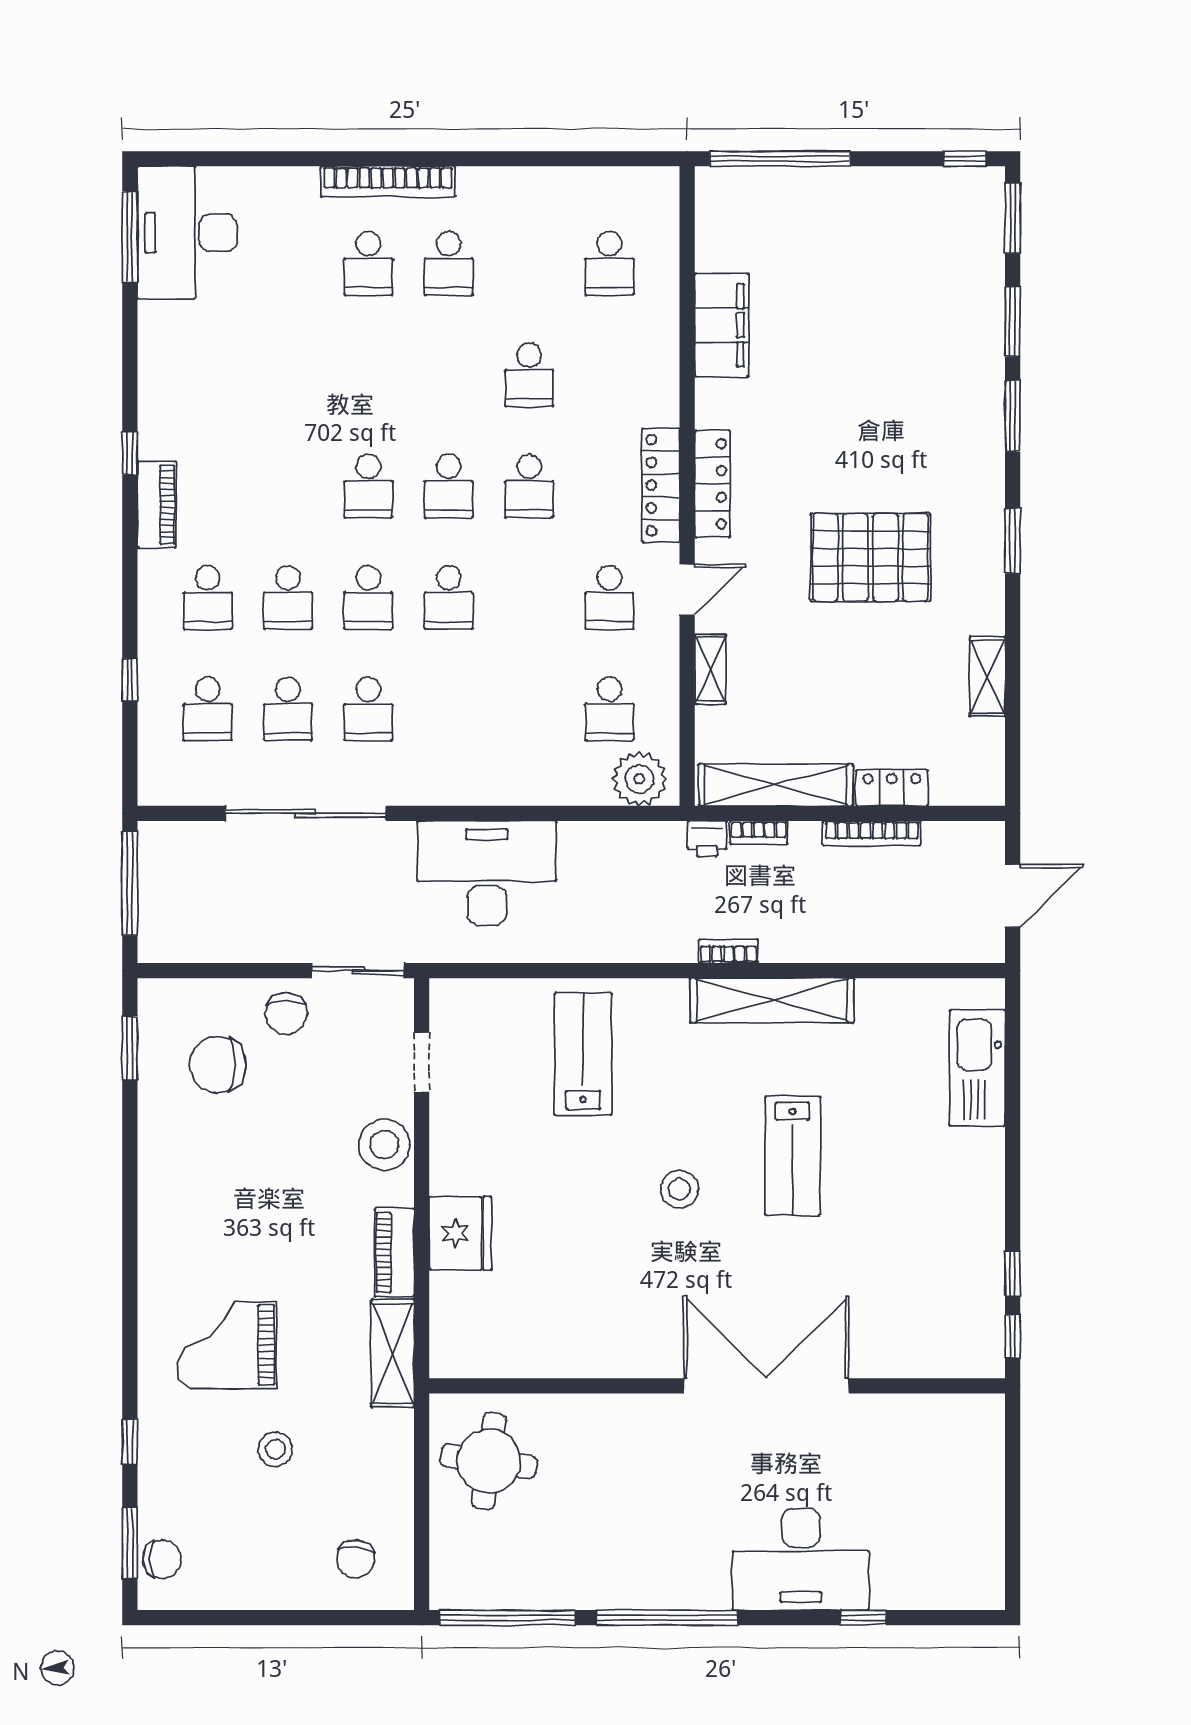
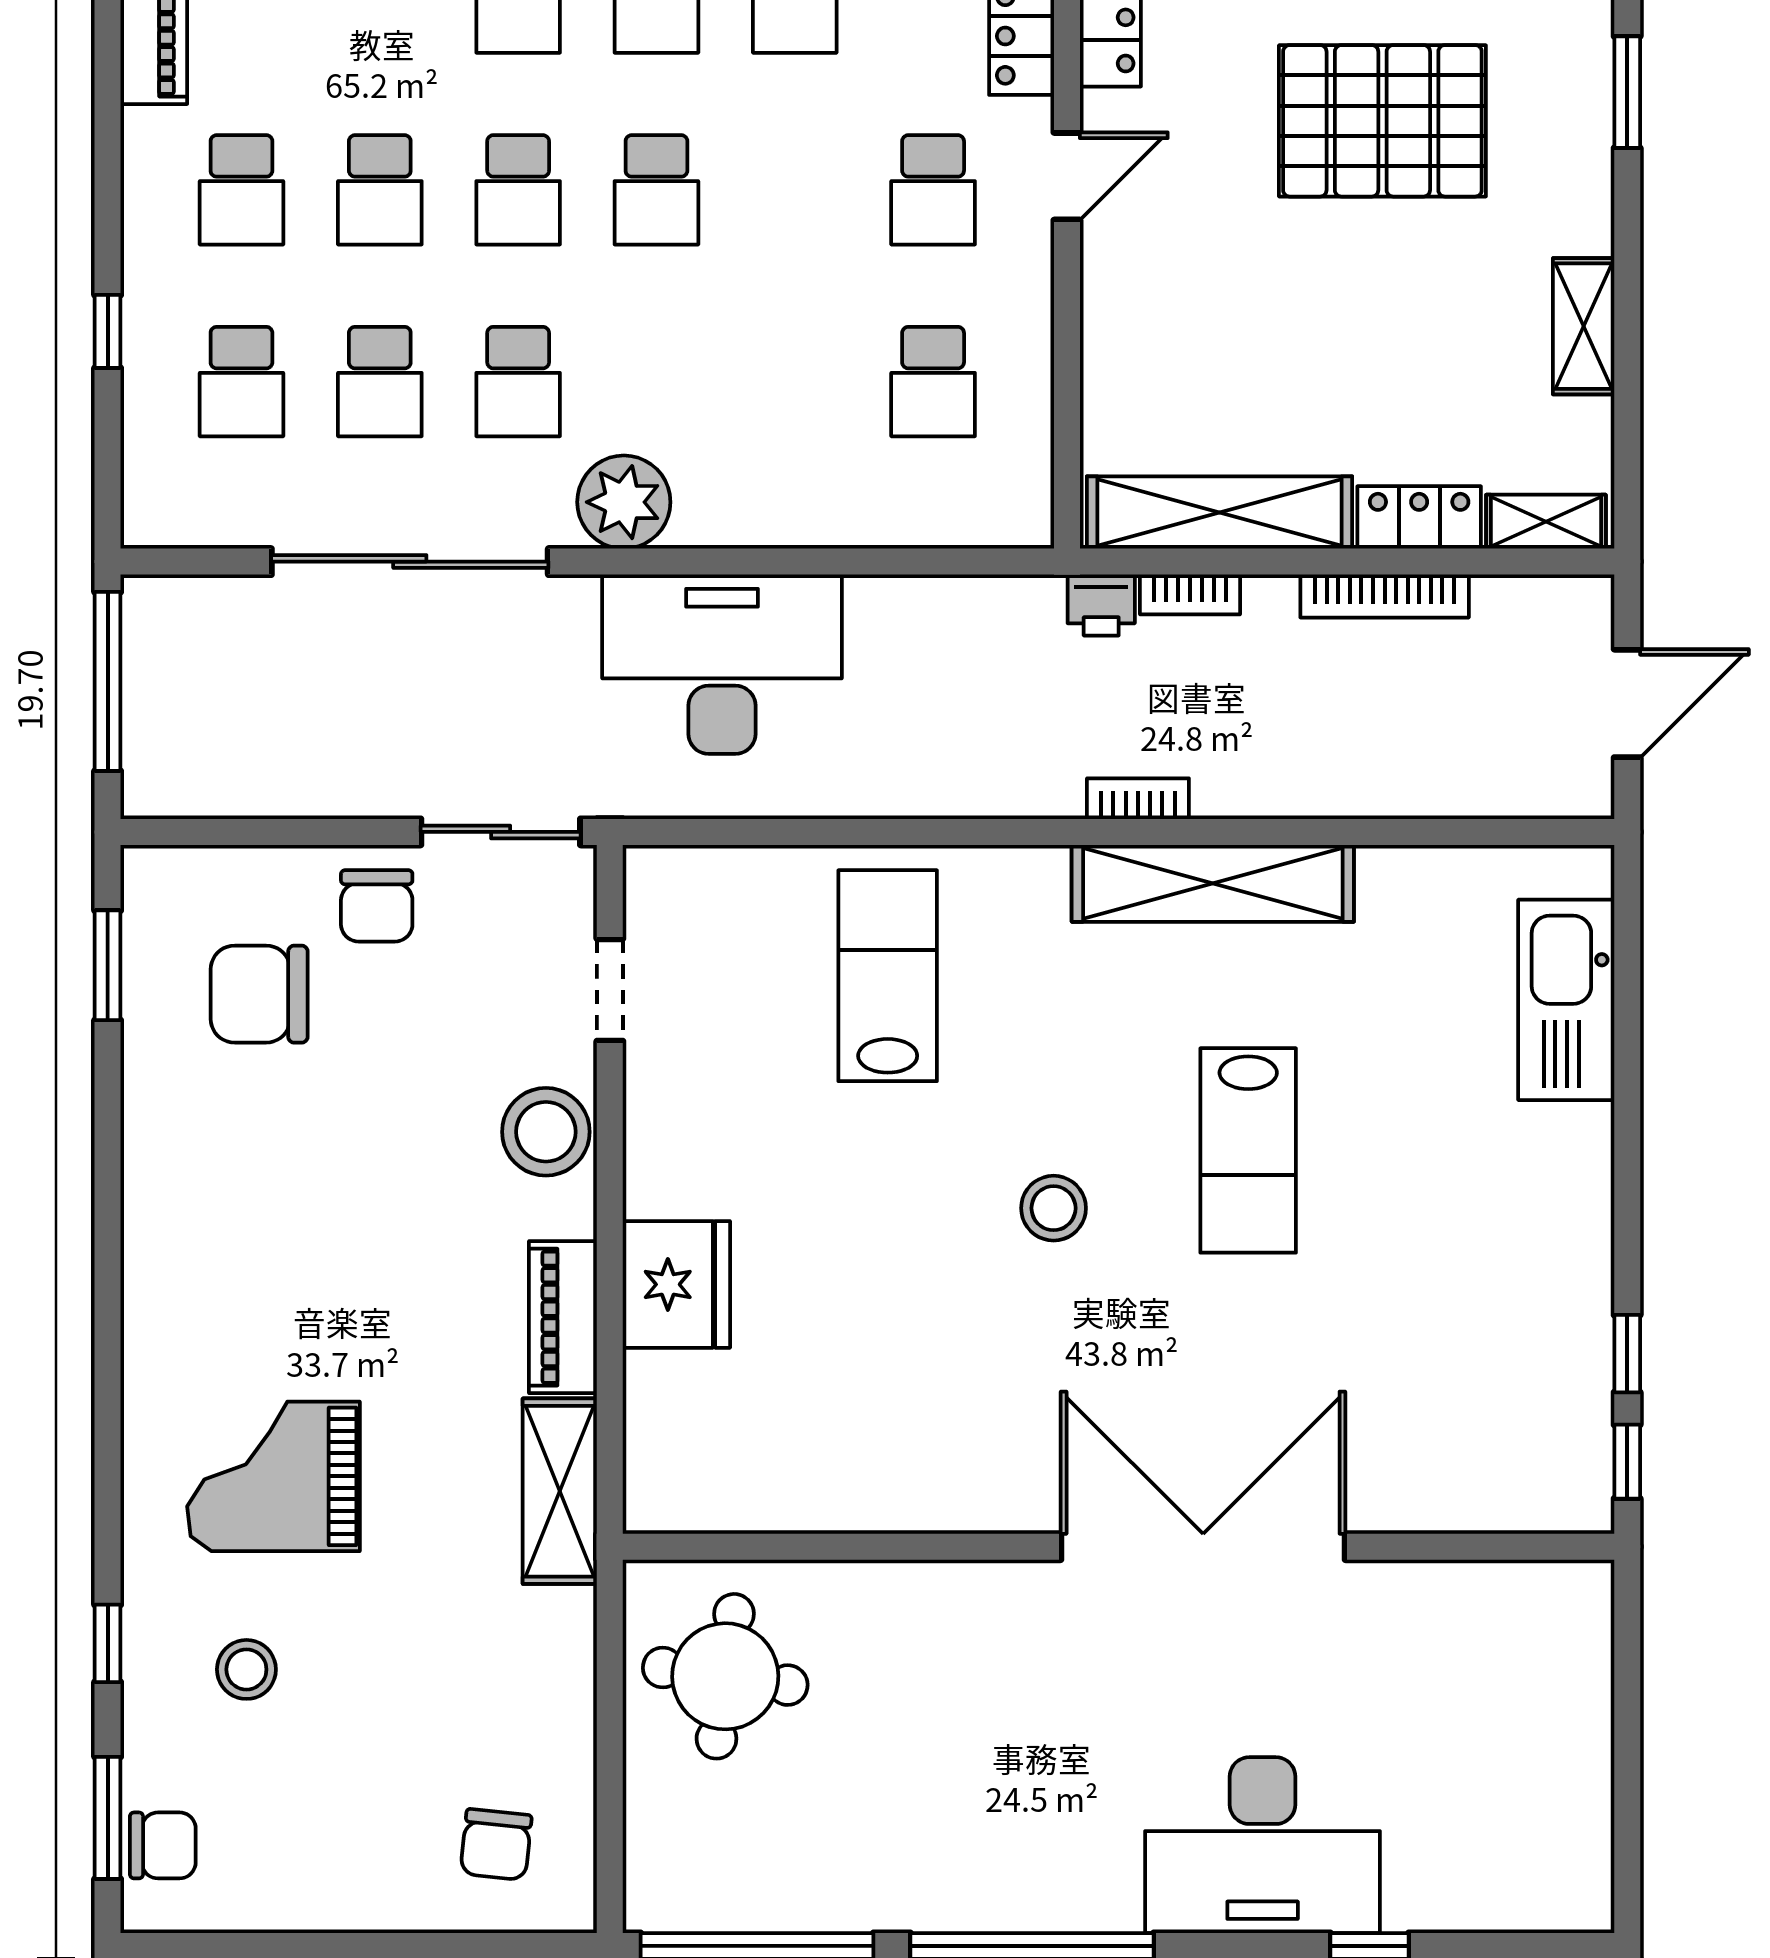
shelving: (710, 669) -> (1546, 522), moved, turned 90
plant: (639, 779) -> (624, 502), moved
stool: (275, 1449) -> (246, 1669), moved

